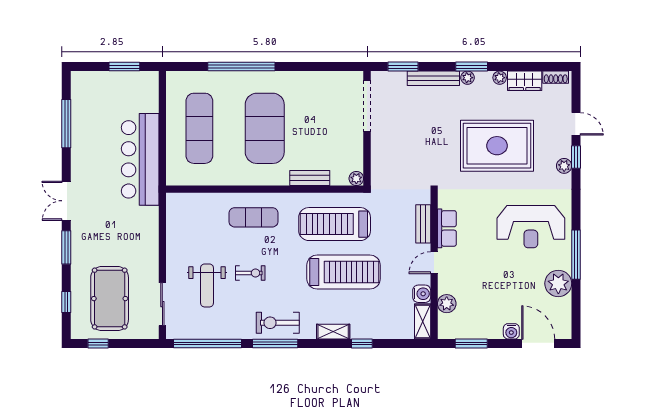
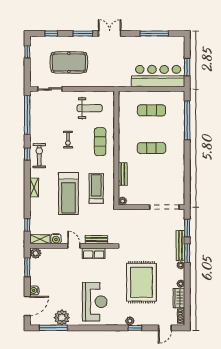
window: (241, 67) -> (187, 120), moved
window: (472, 67) -> (187, 253), moved
door: (576, 124) -> (165, 328), moved
exercise mat: (199, 128) -> (151, 110), width x0.73, depth x0.69
exercise mat: (265, 128) -> (151, 148), width x0.50, depth x0.69
bar counter: (140, 159) -> (158, 76), moved
treadmill: (335, 224) -> (96, 188), width x0.73, depth x0.73
reception desk: (531, 227) -> (95, 302), turned 180
window: (576, 255) -> (53, 328), moved
weight bench: (207, 285) -> (90, 108), moved, turned 180
pool table: (110, 299) -> (69, 62), moved
plant: (447, 304) -> (36, 253), moved
window: (275, 343) -> (27, 154), width x0.46
window: (362, 343) -> (27, 225), moved

